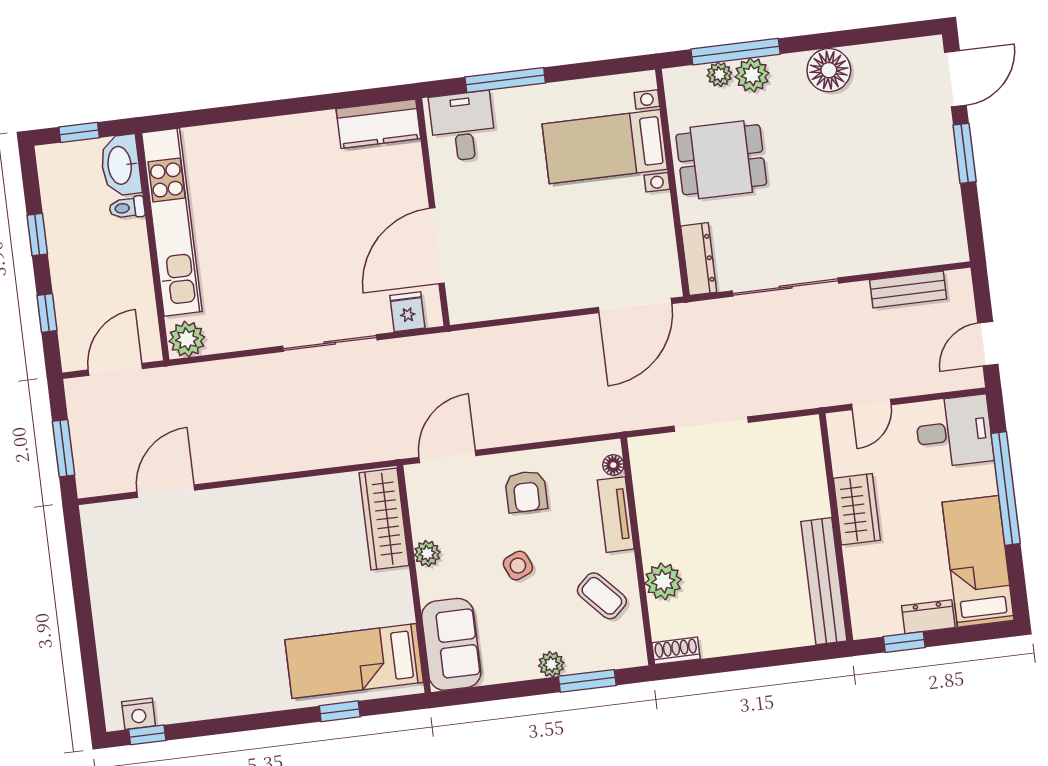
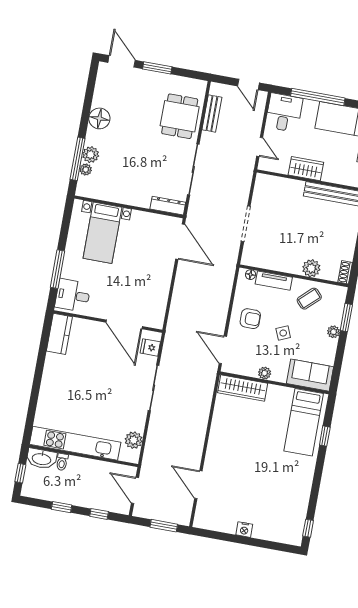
dining table: (721, 160) -> (180, 116), moved
plant: (187, 339) -> (134, 440), moved
nightstand: (139, 714) -> (244, 530), moved, turned 90

